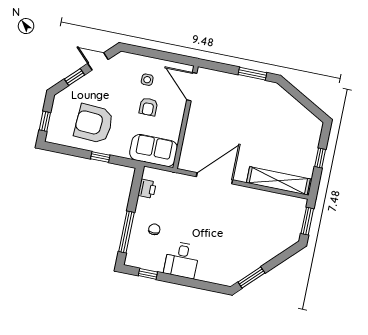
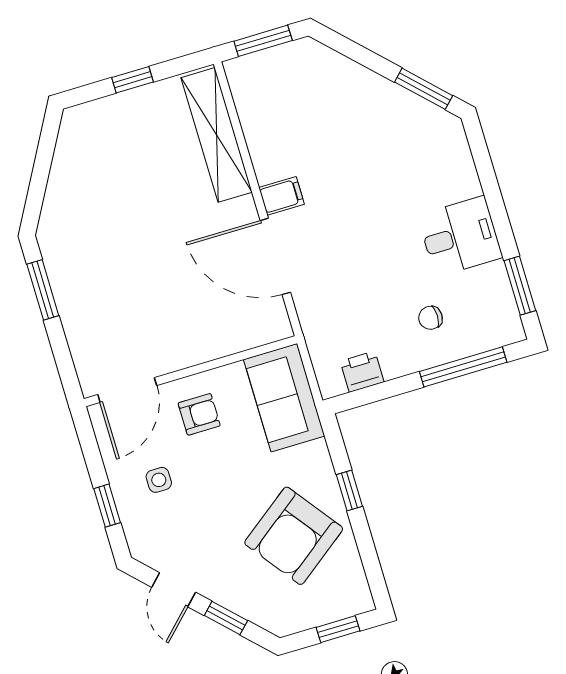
window: (148, 52) -> (107, 506), added
armchair: (148, 107) -> (199, 414), moved
armchair: (94, 124) -> (294, 536), turned 50
filing cabinet: (238, 194) -> (282, 196), added
window: (148, 274) -> (520, 286), width x1.50

